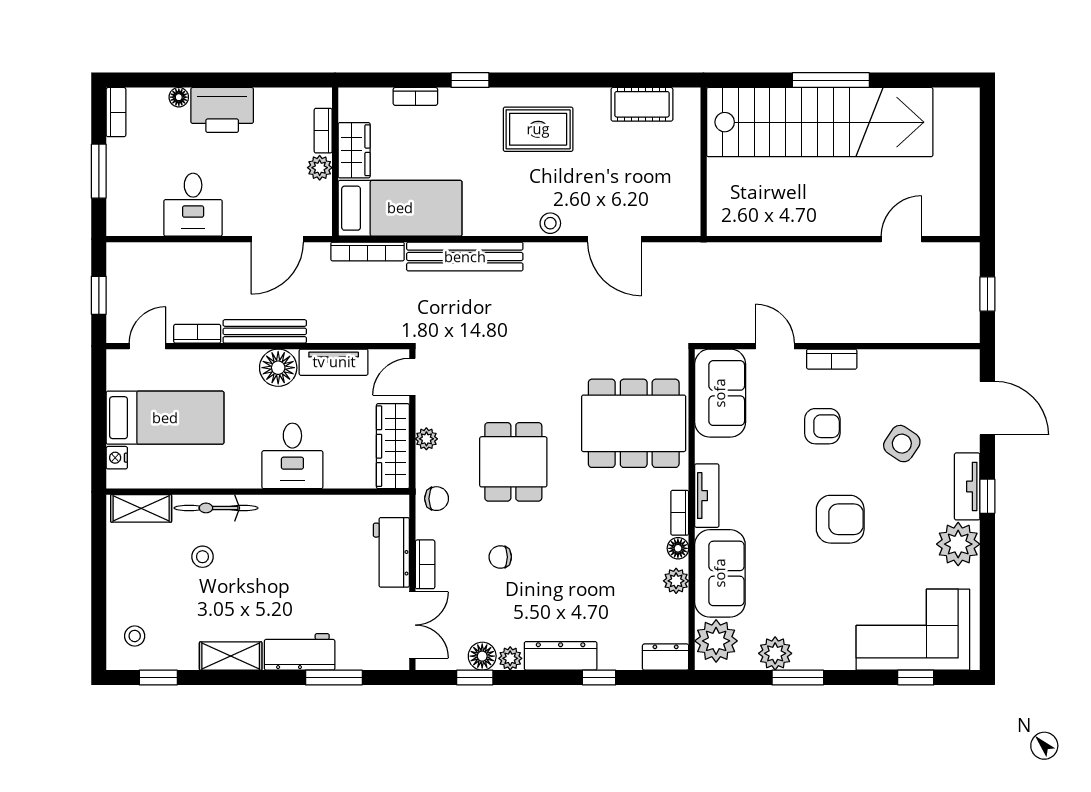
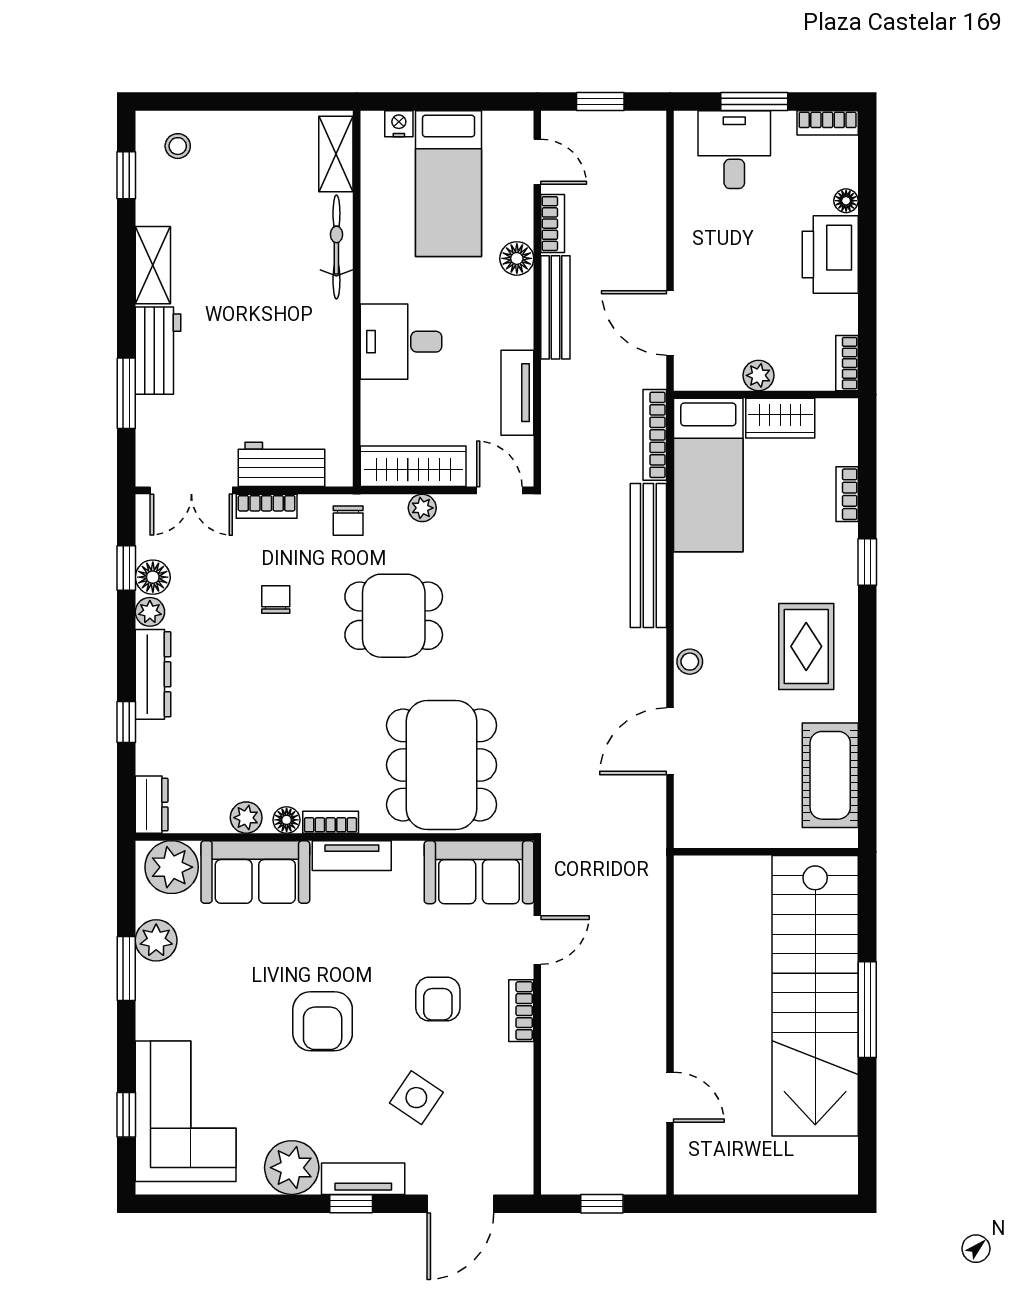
cot: (642, 104) -> (830, 775), width x1.37, depth x1.34
bookcase: (323, 131) -> (847, 363), moved, turned -90
desk: (193, 205) -> (734, 150), moved, turned 90
floor lamp: (278, 368) -> (517, 258), moved, width x0.73, depth x0.73
stool: (203, 557) -> (276, 230), removed

